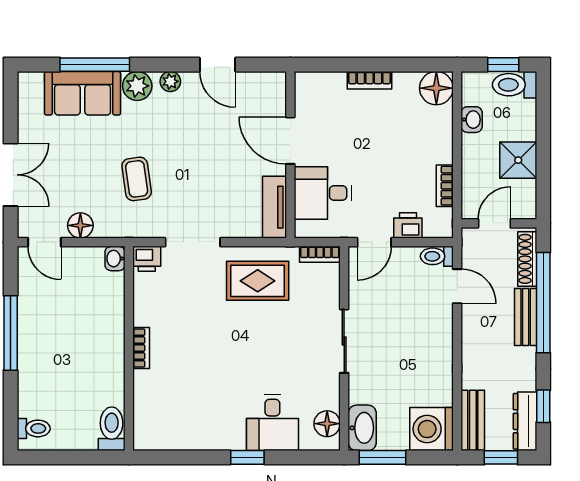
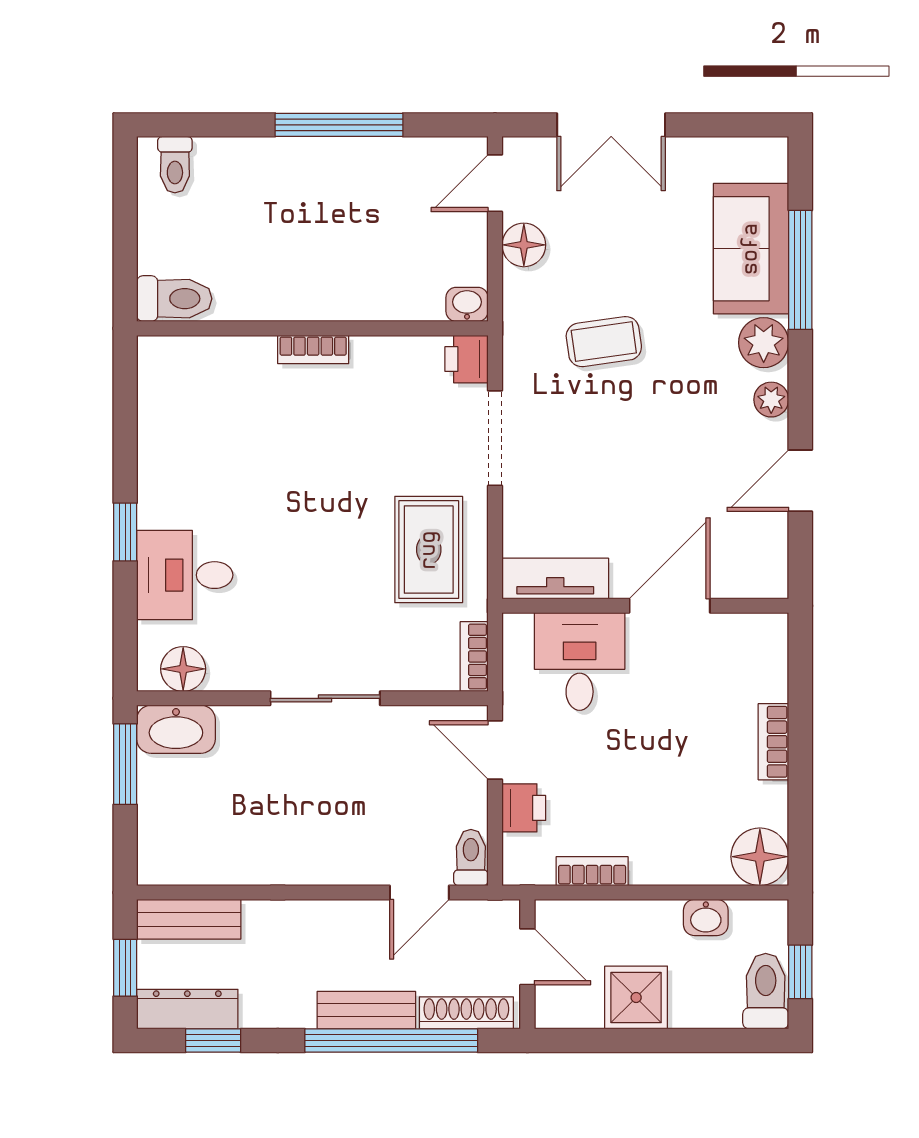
washing machine: (431, 429) -> (174, 848), removed

